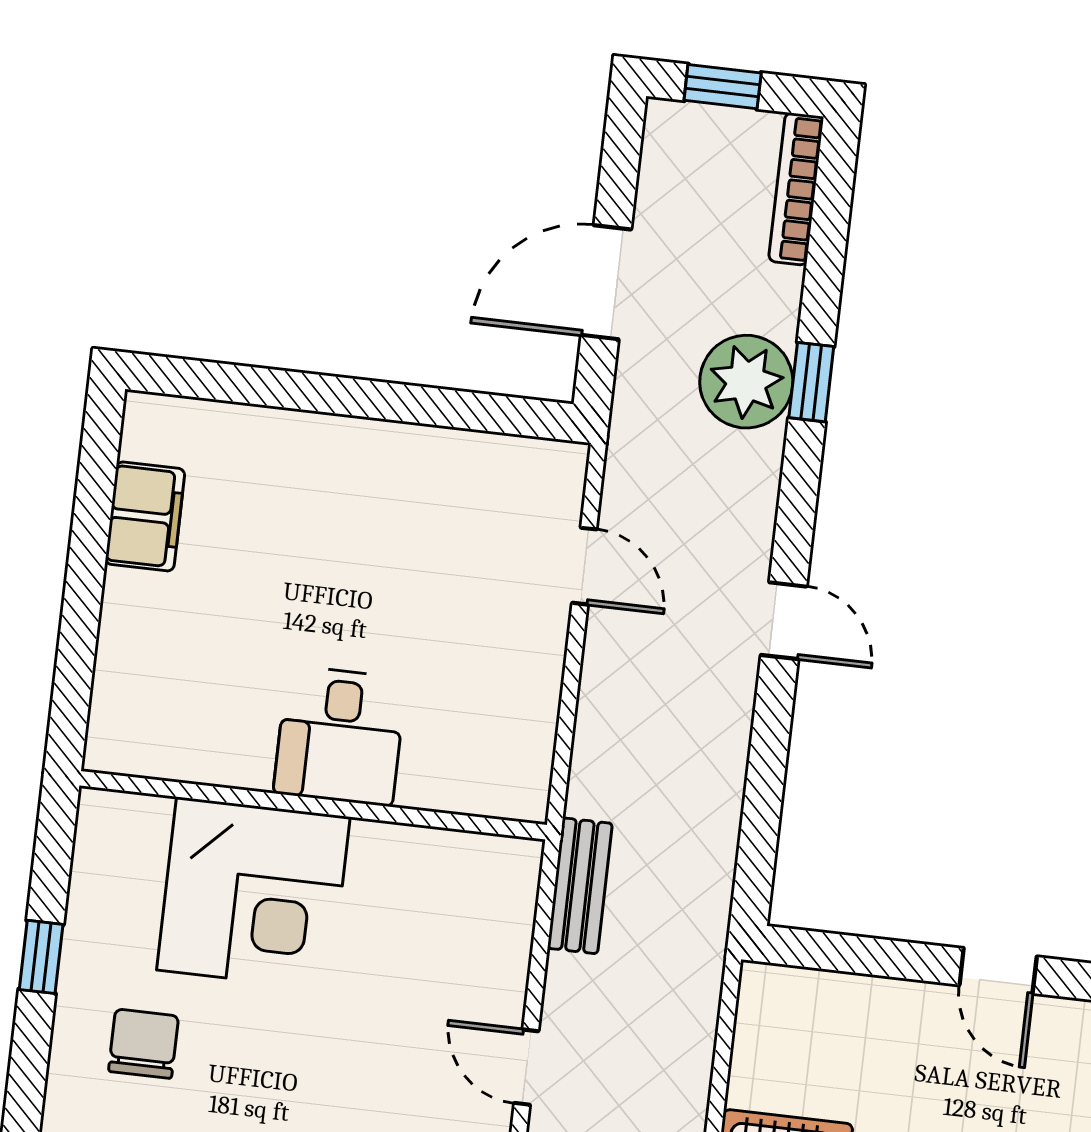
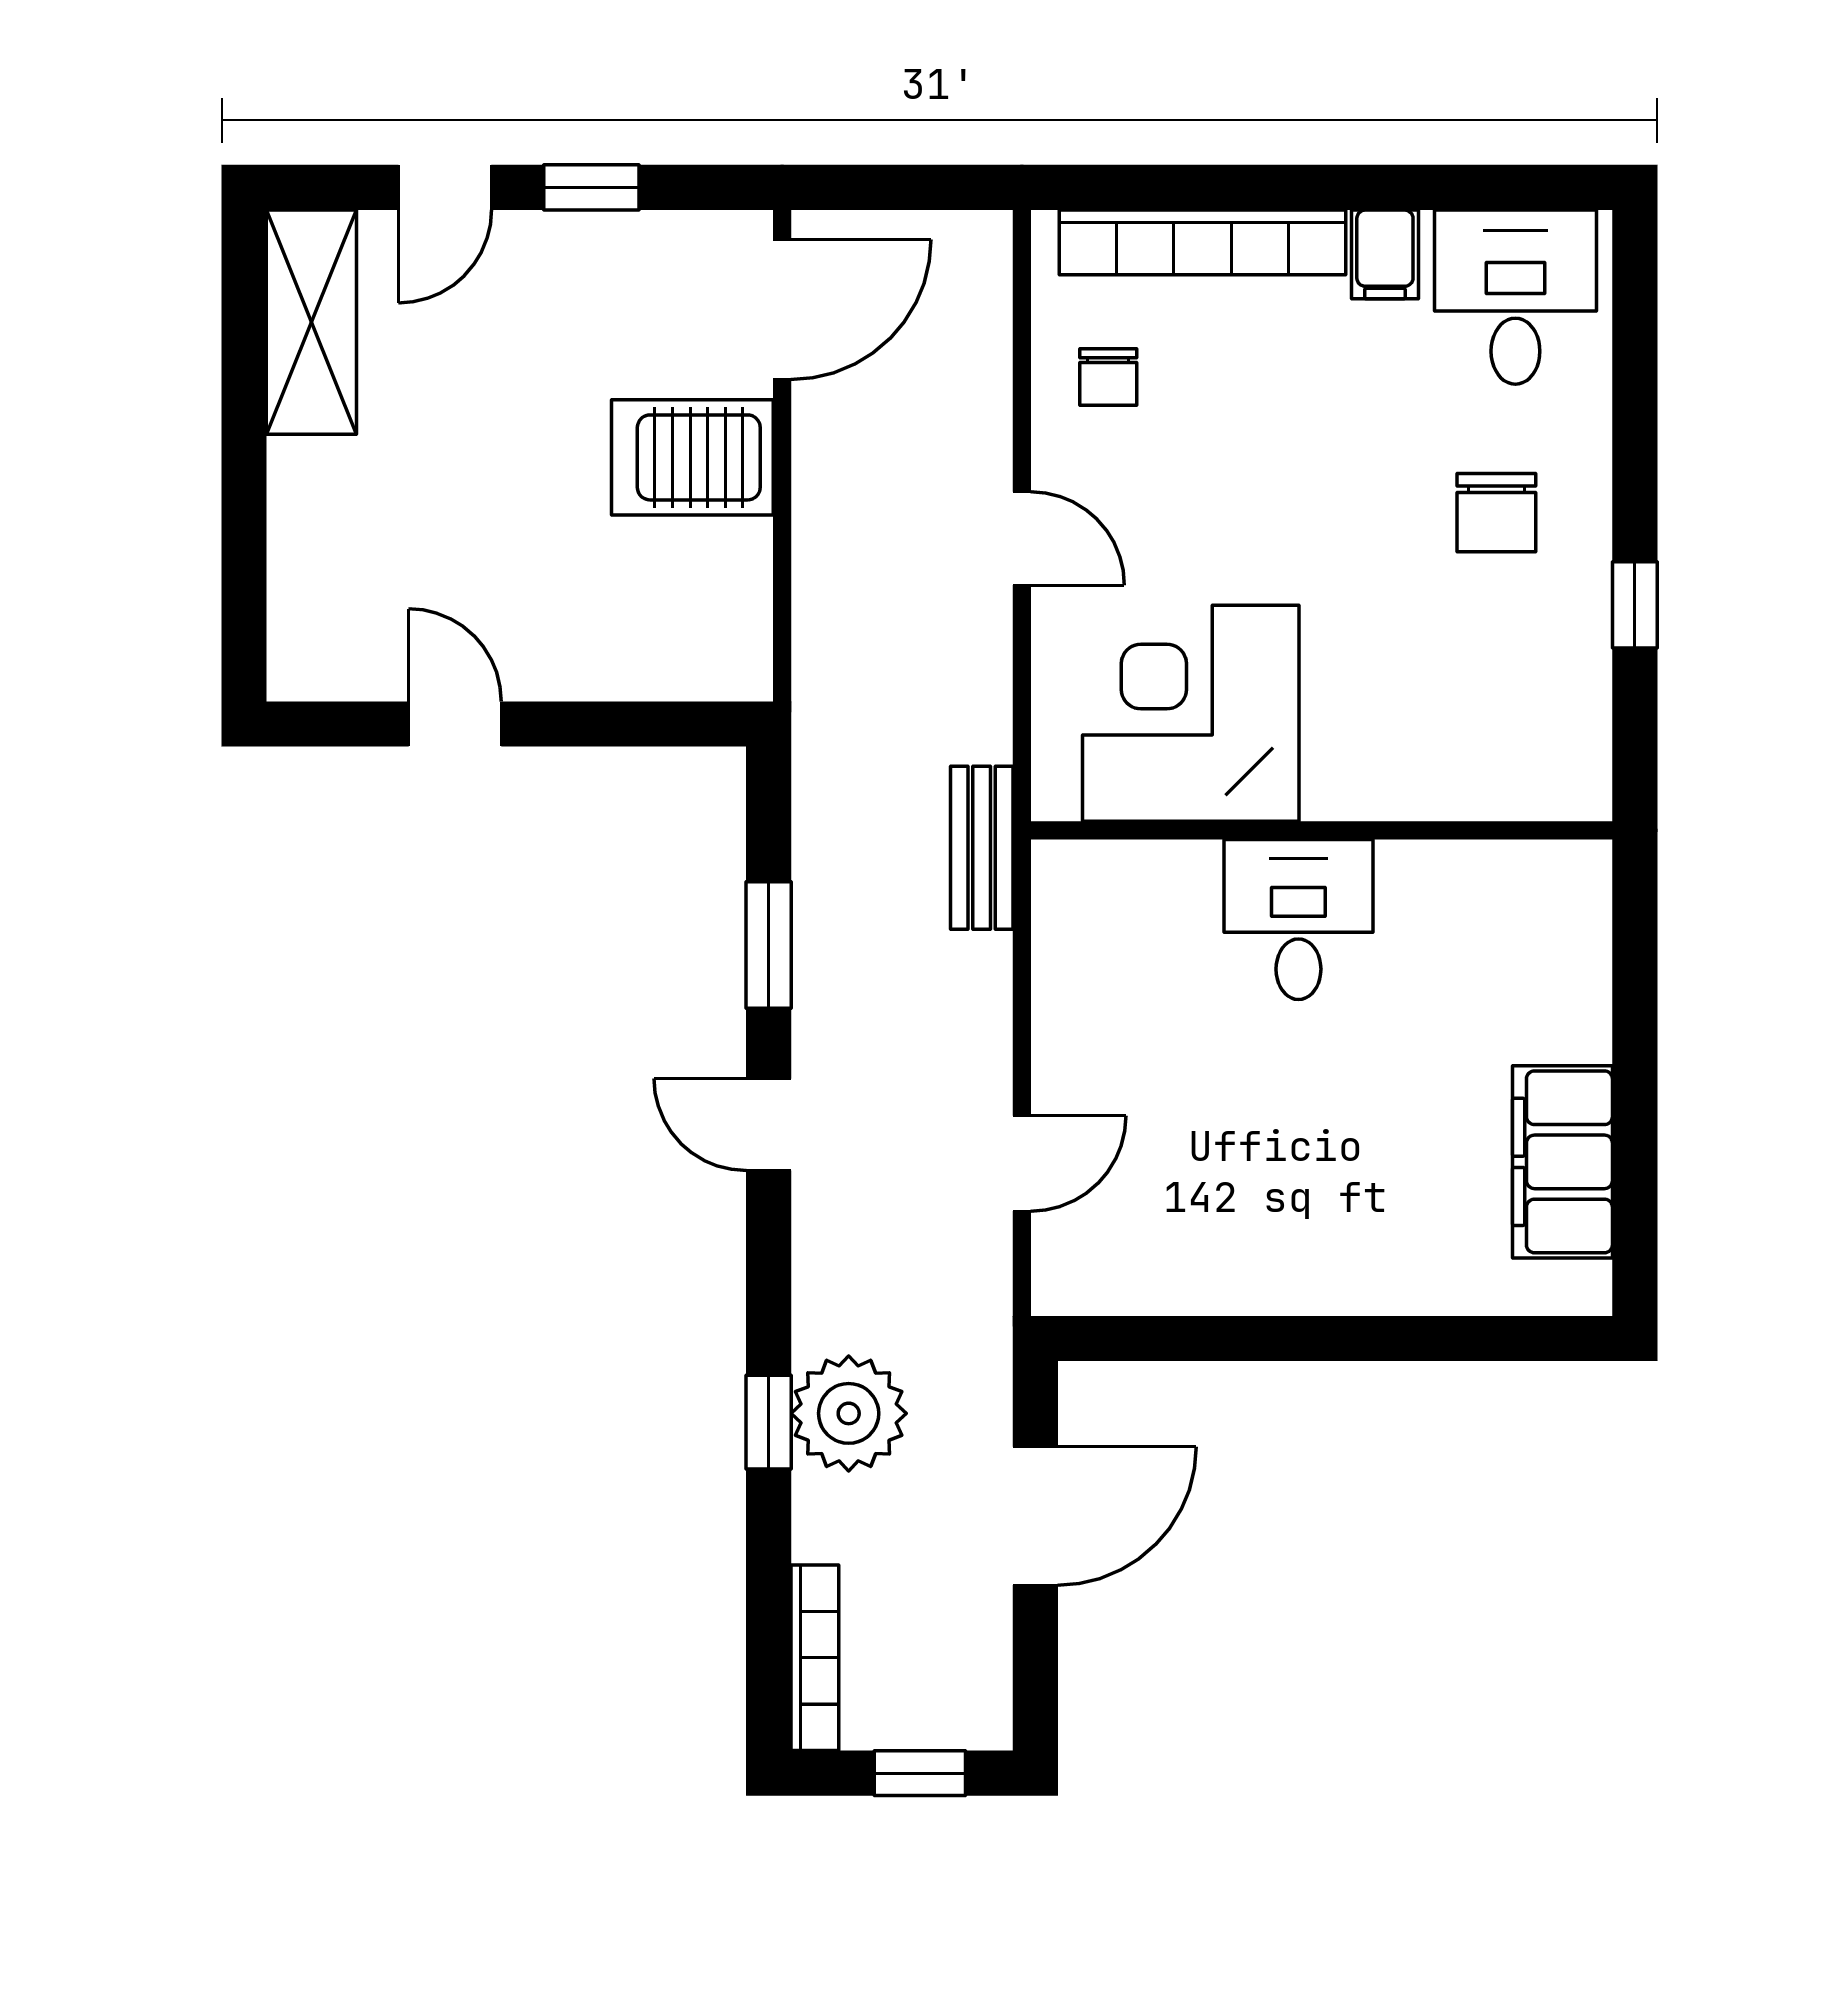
filing cabinet: (145, 516) -> (1562, 1162), width x1.50, depth x1.17
door: (584, 566) -> (1022, 1163), swing flipped
window: (767, 765) -> (769, 945), added
bench: (580, 886) -> (982, 848), moved
corner desk: (253, 893) -> (1191, 713), moved

